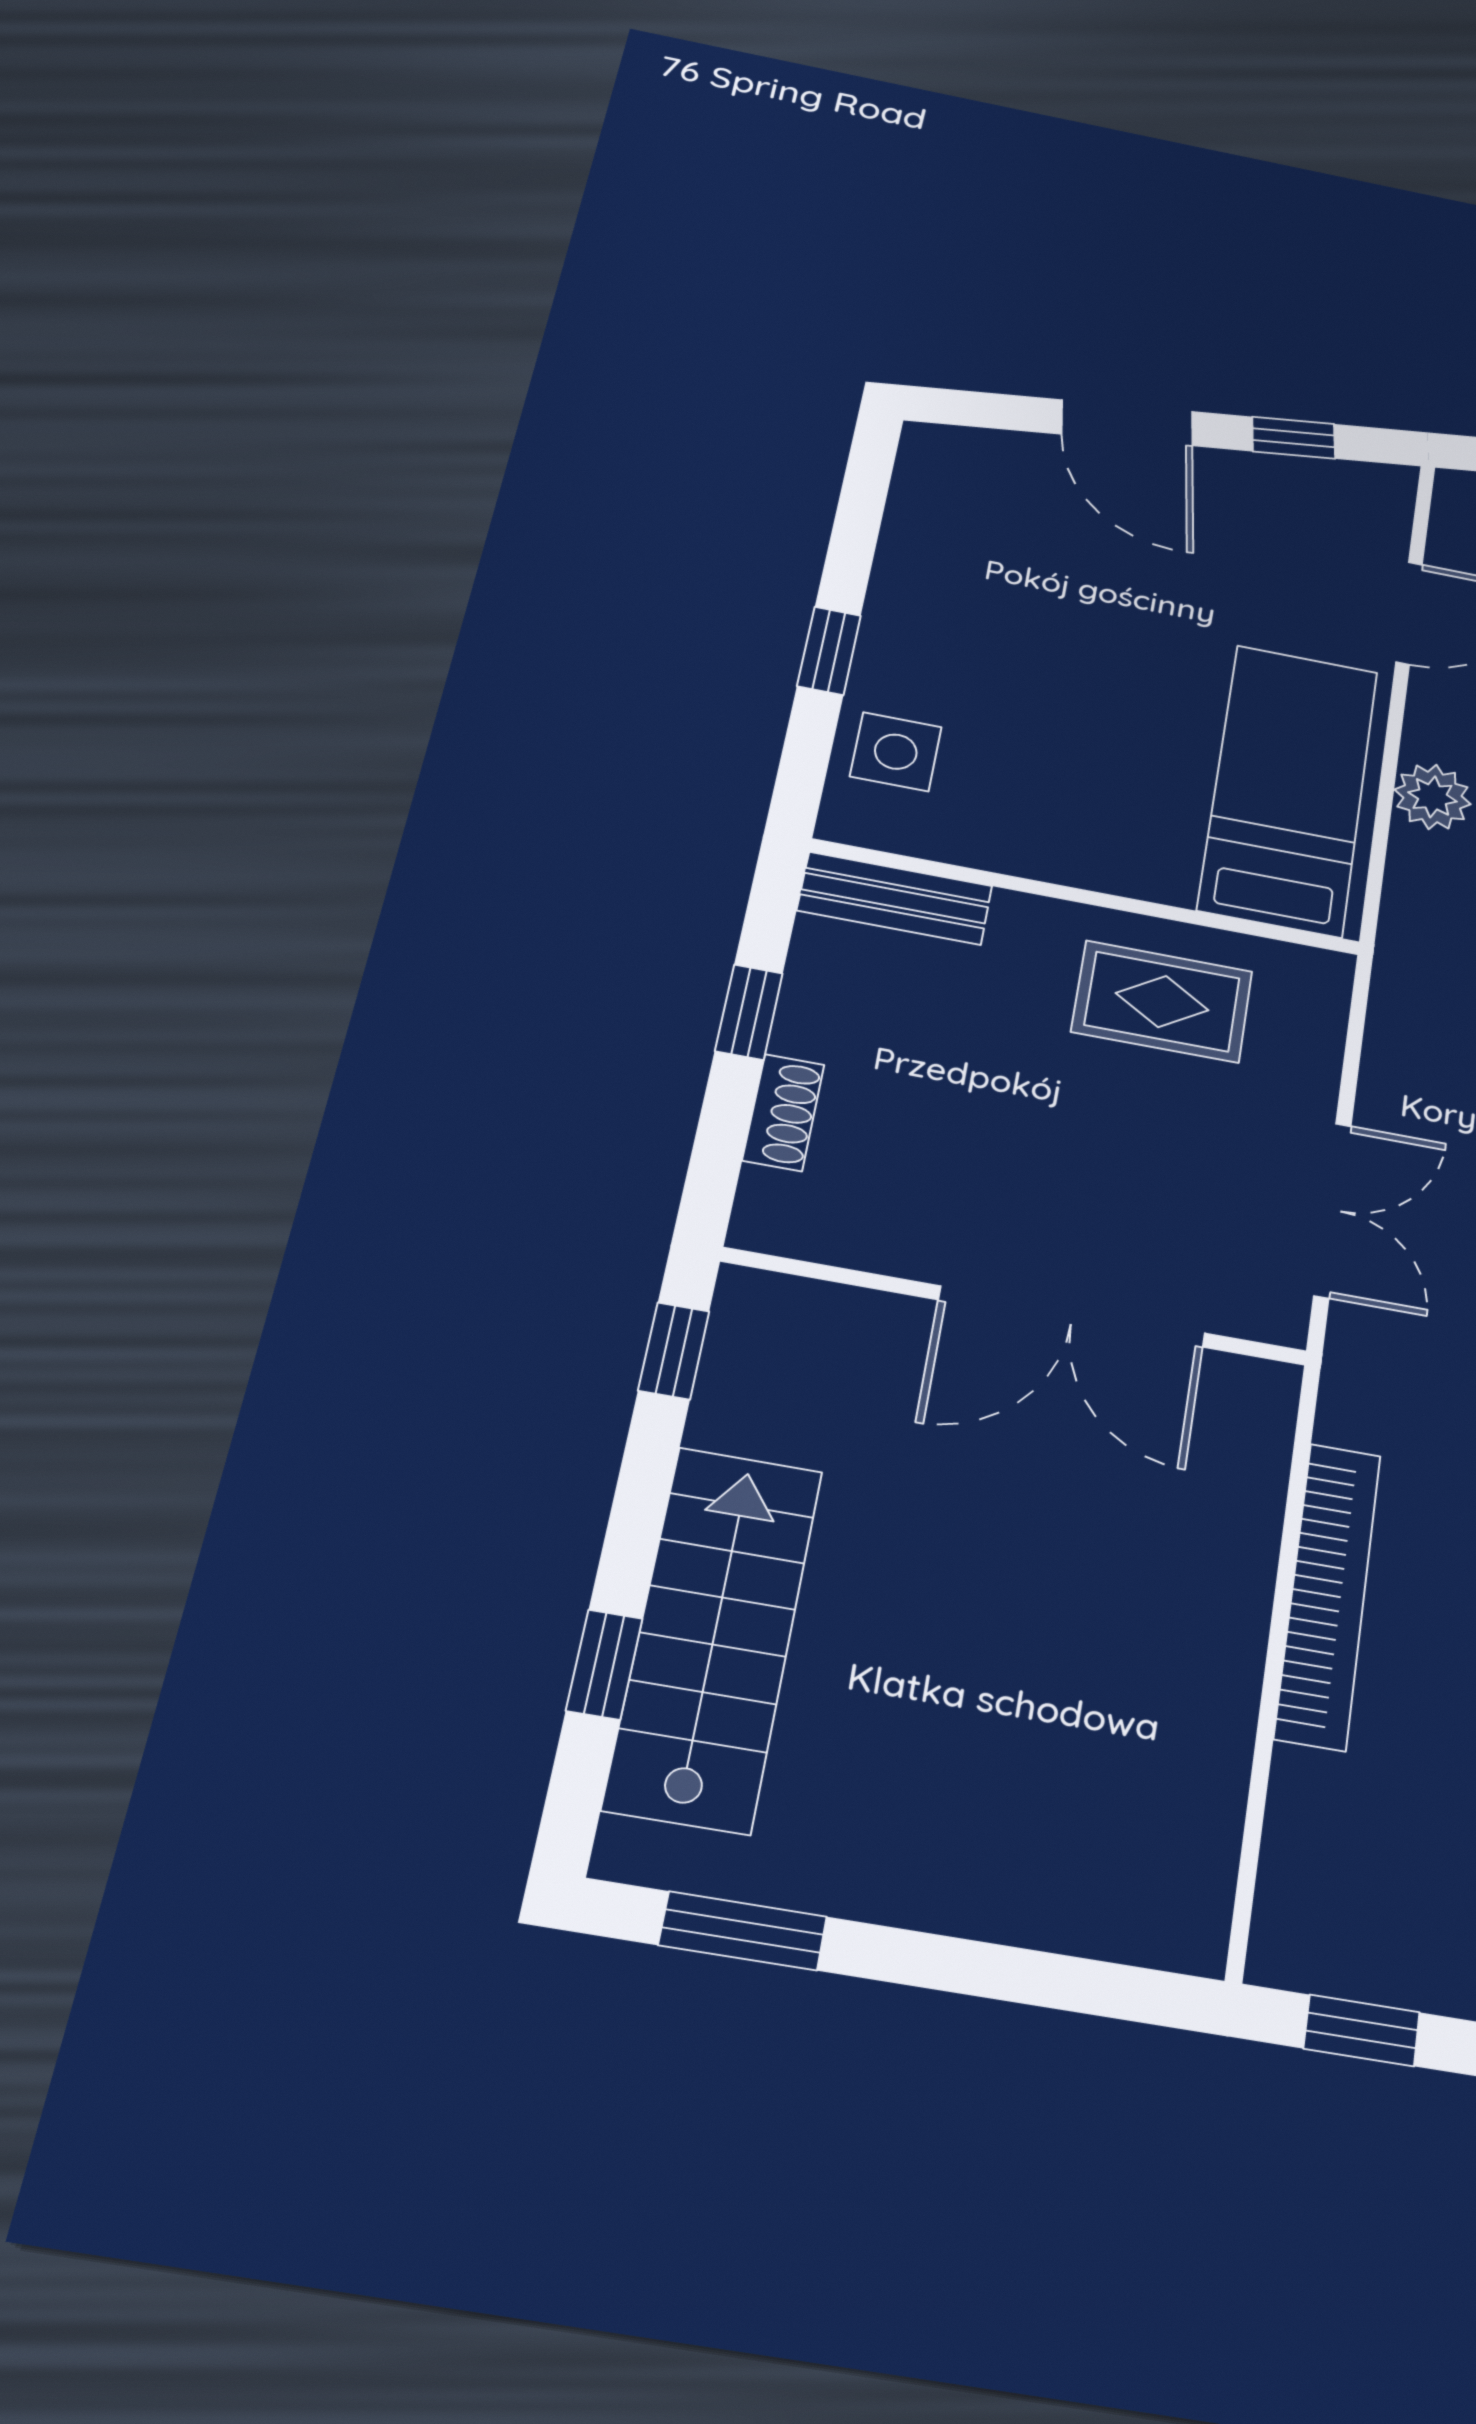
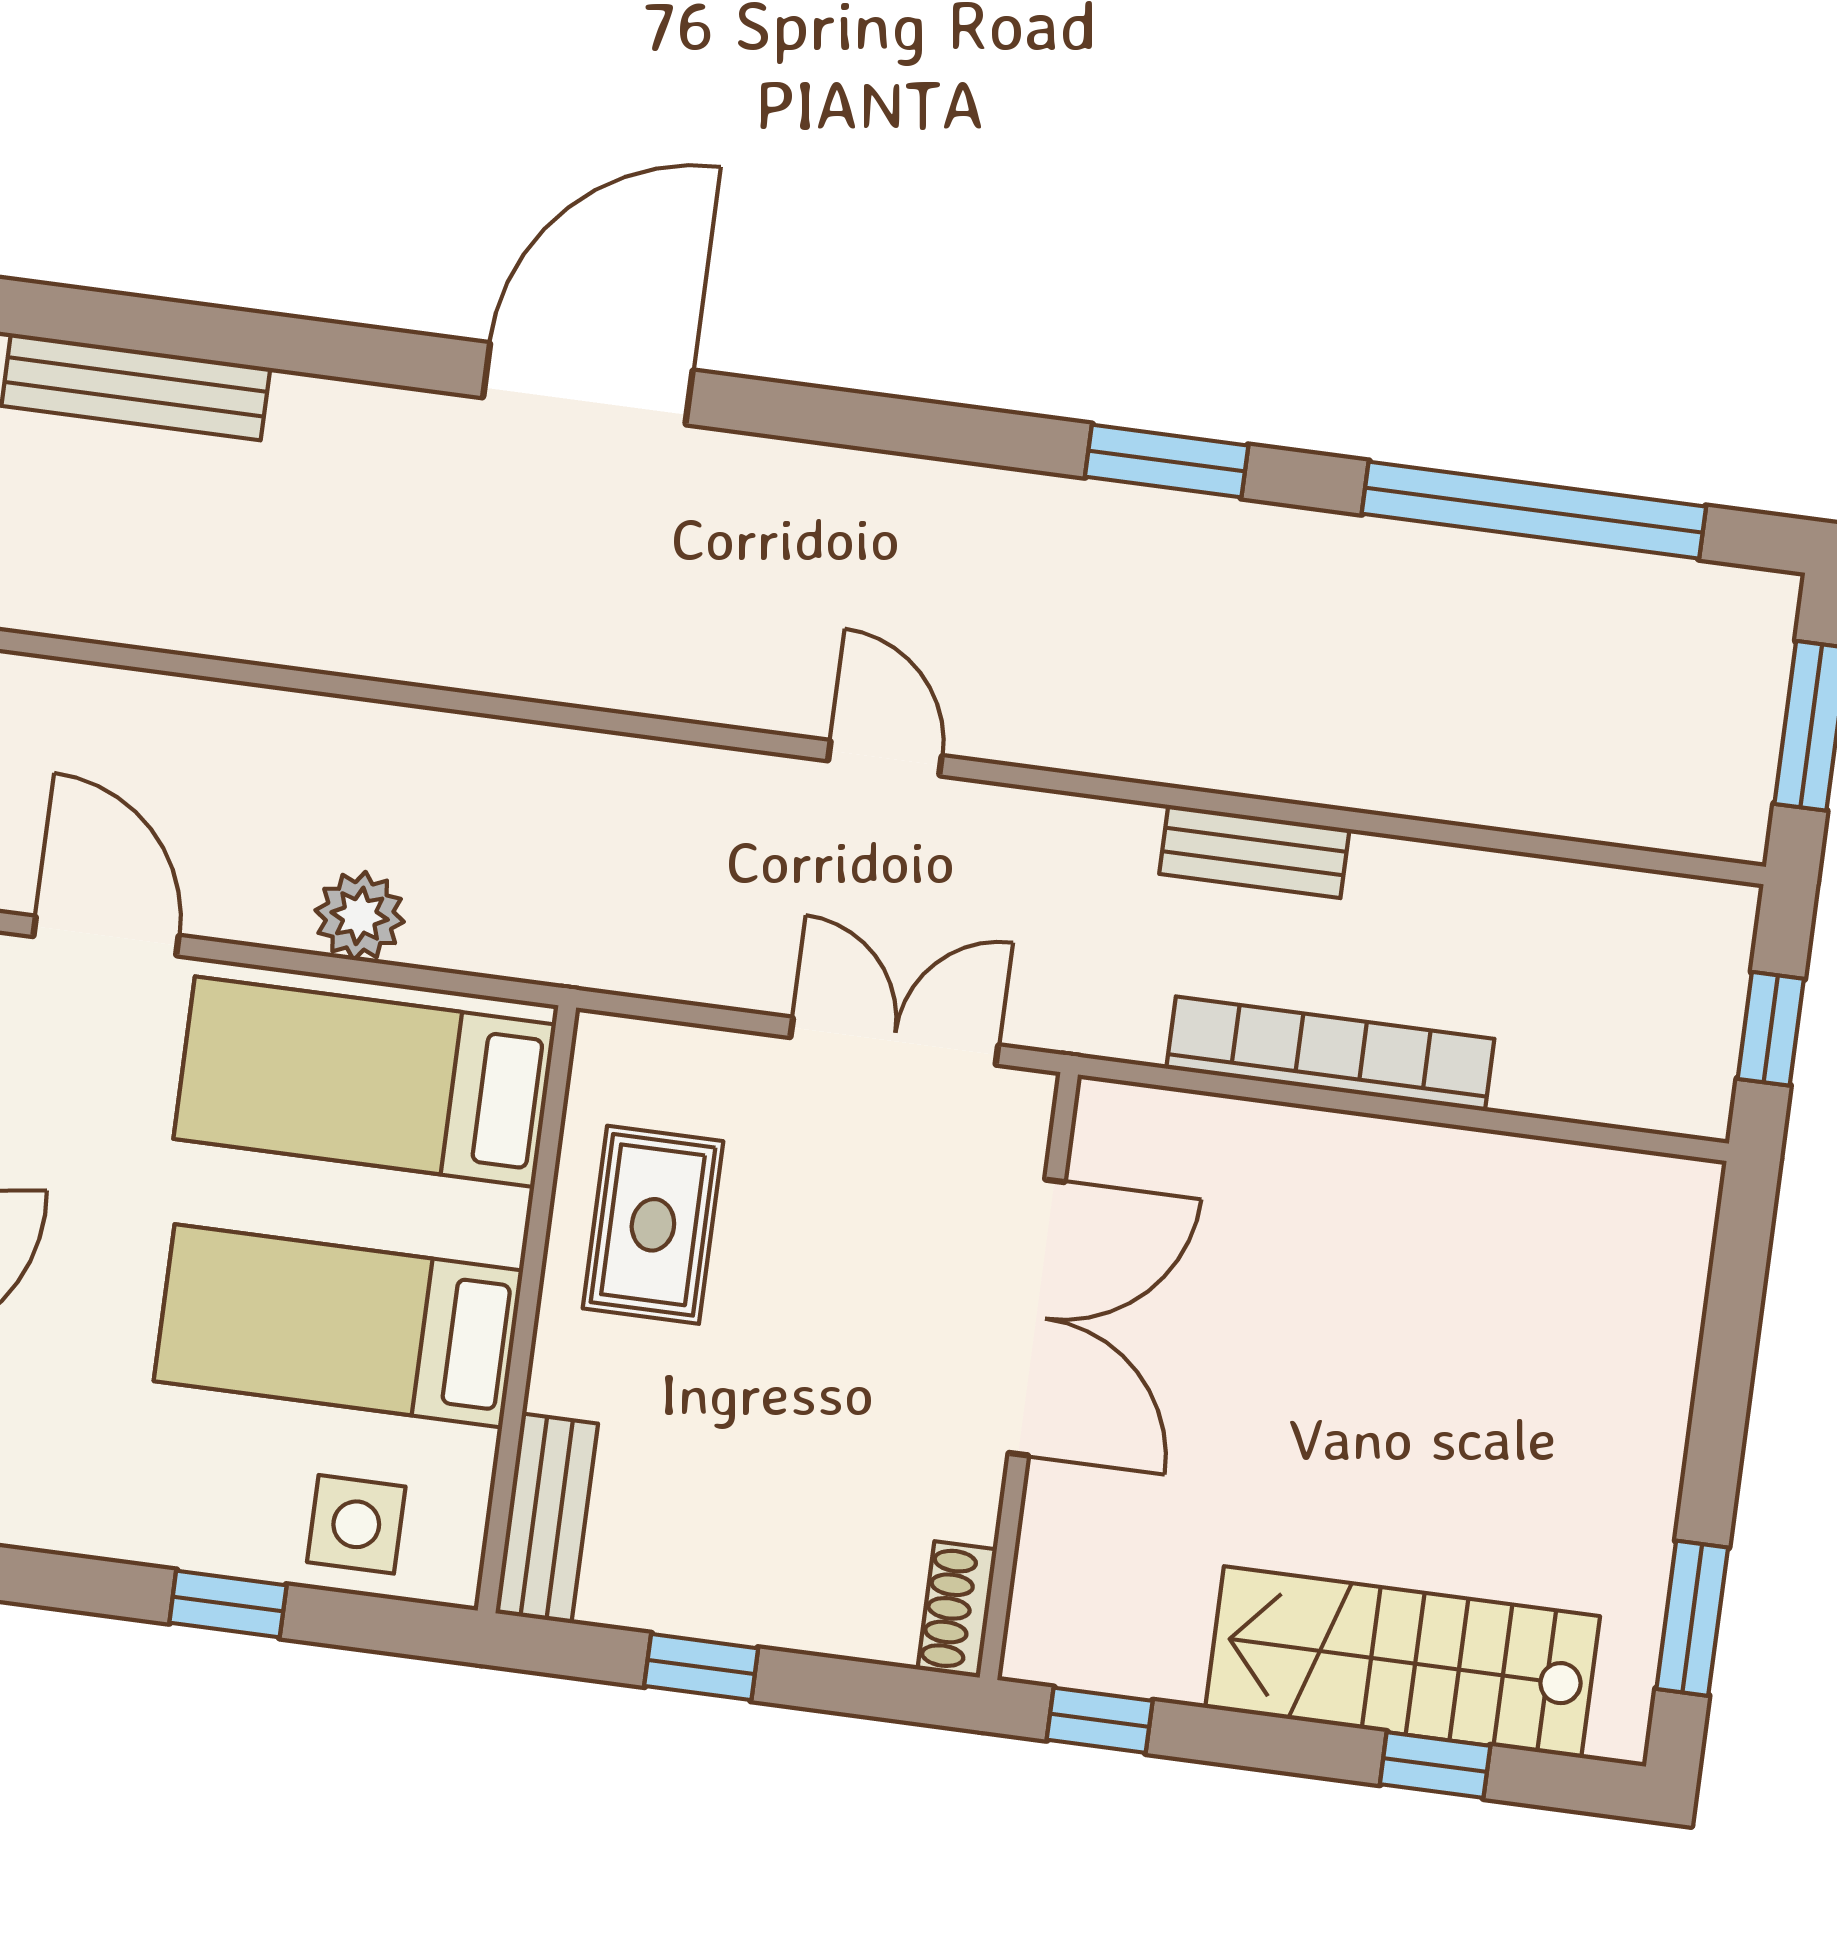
bed: (1074, 753) -> (338, 1326), added
shoe rack: (783, 1112) -> (957, 1609), moved, turned -90

